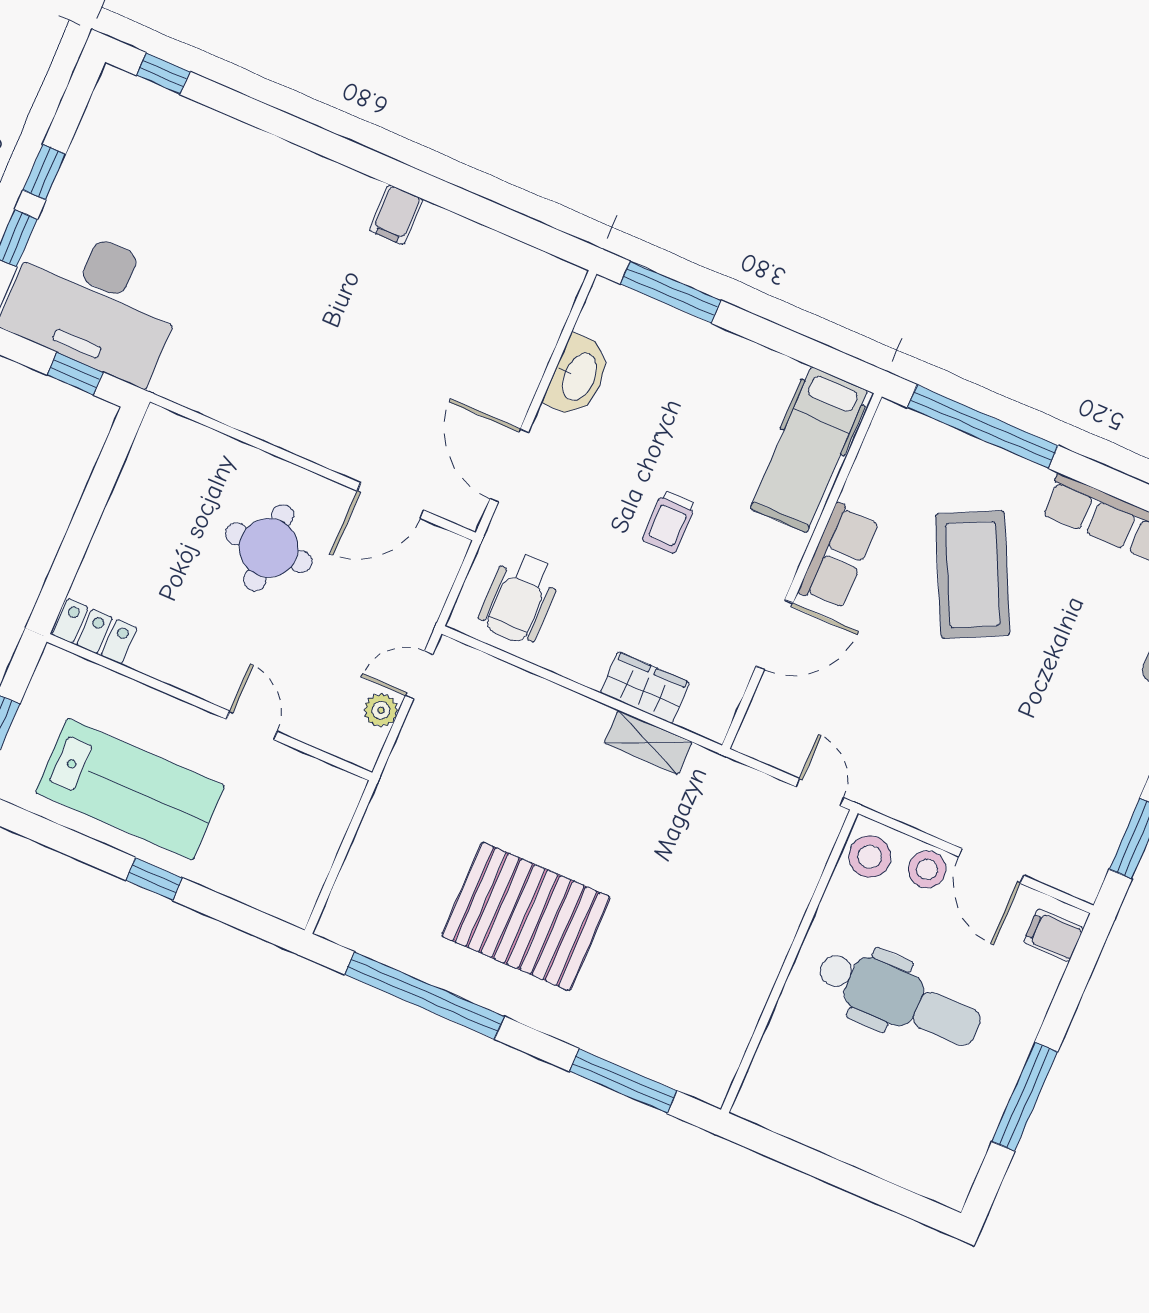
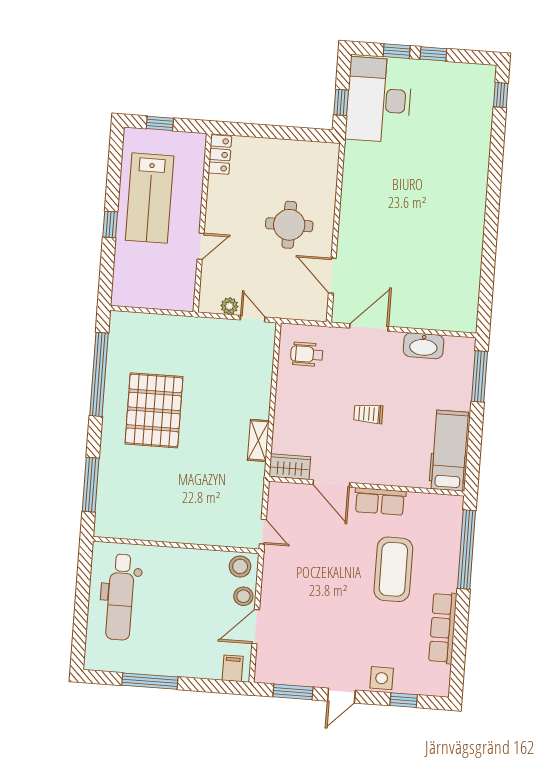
filing cabinet: (396, 215) -> (471, 231), removed
hospital bed: (809, 450) -> (450, 451), moved, turned 90
coffee table: (973, 575) -> (393, 569), turned -64
wheelchair: (520, 598) -> (307, 354), width x0.73, depth x0.73
wardrobe: (645, 688) -> (290, 467), moved, turned -90
door: (820, 792) -> (263, 532), hinge flipped
dental chair: (899, 998) -> (120, 597), moved

